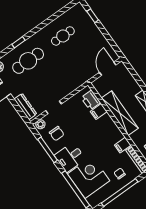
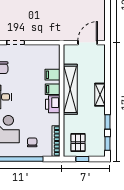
printer: (91, 100) -> (53, 104), moved
filing cabinet: (123, 145) -> (53, 89), moved

